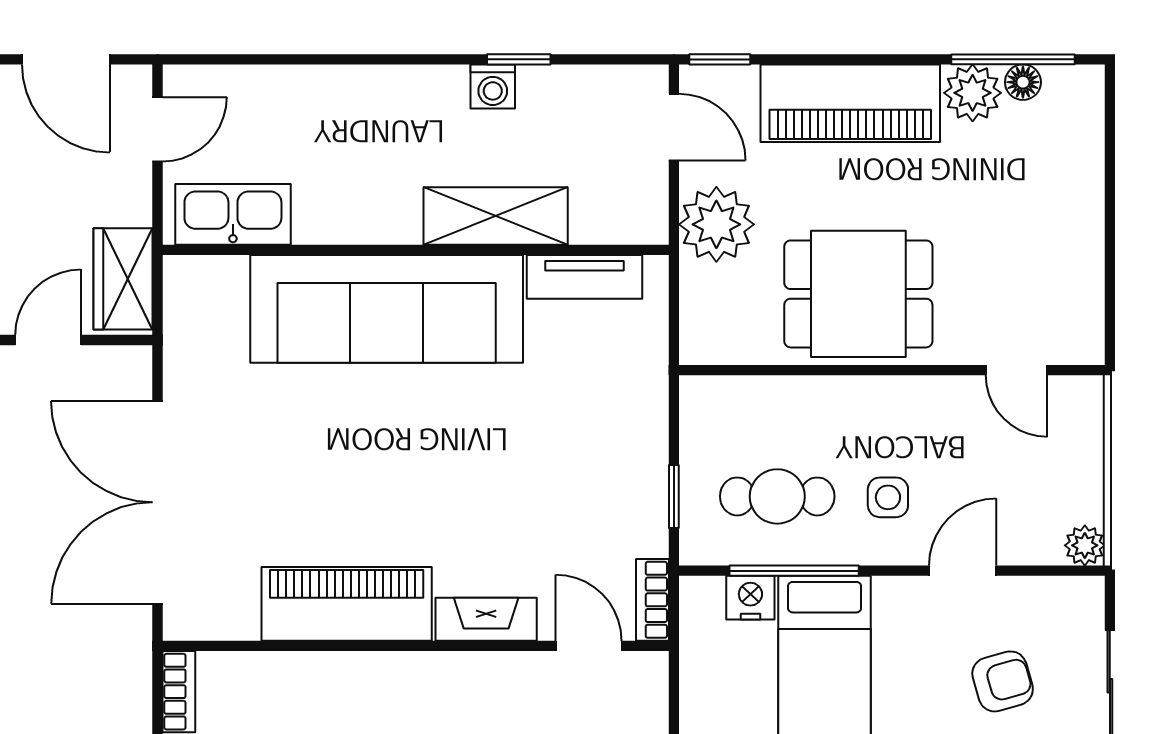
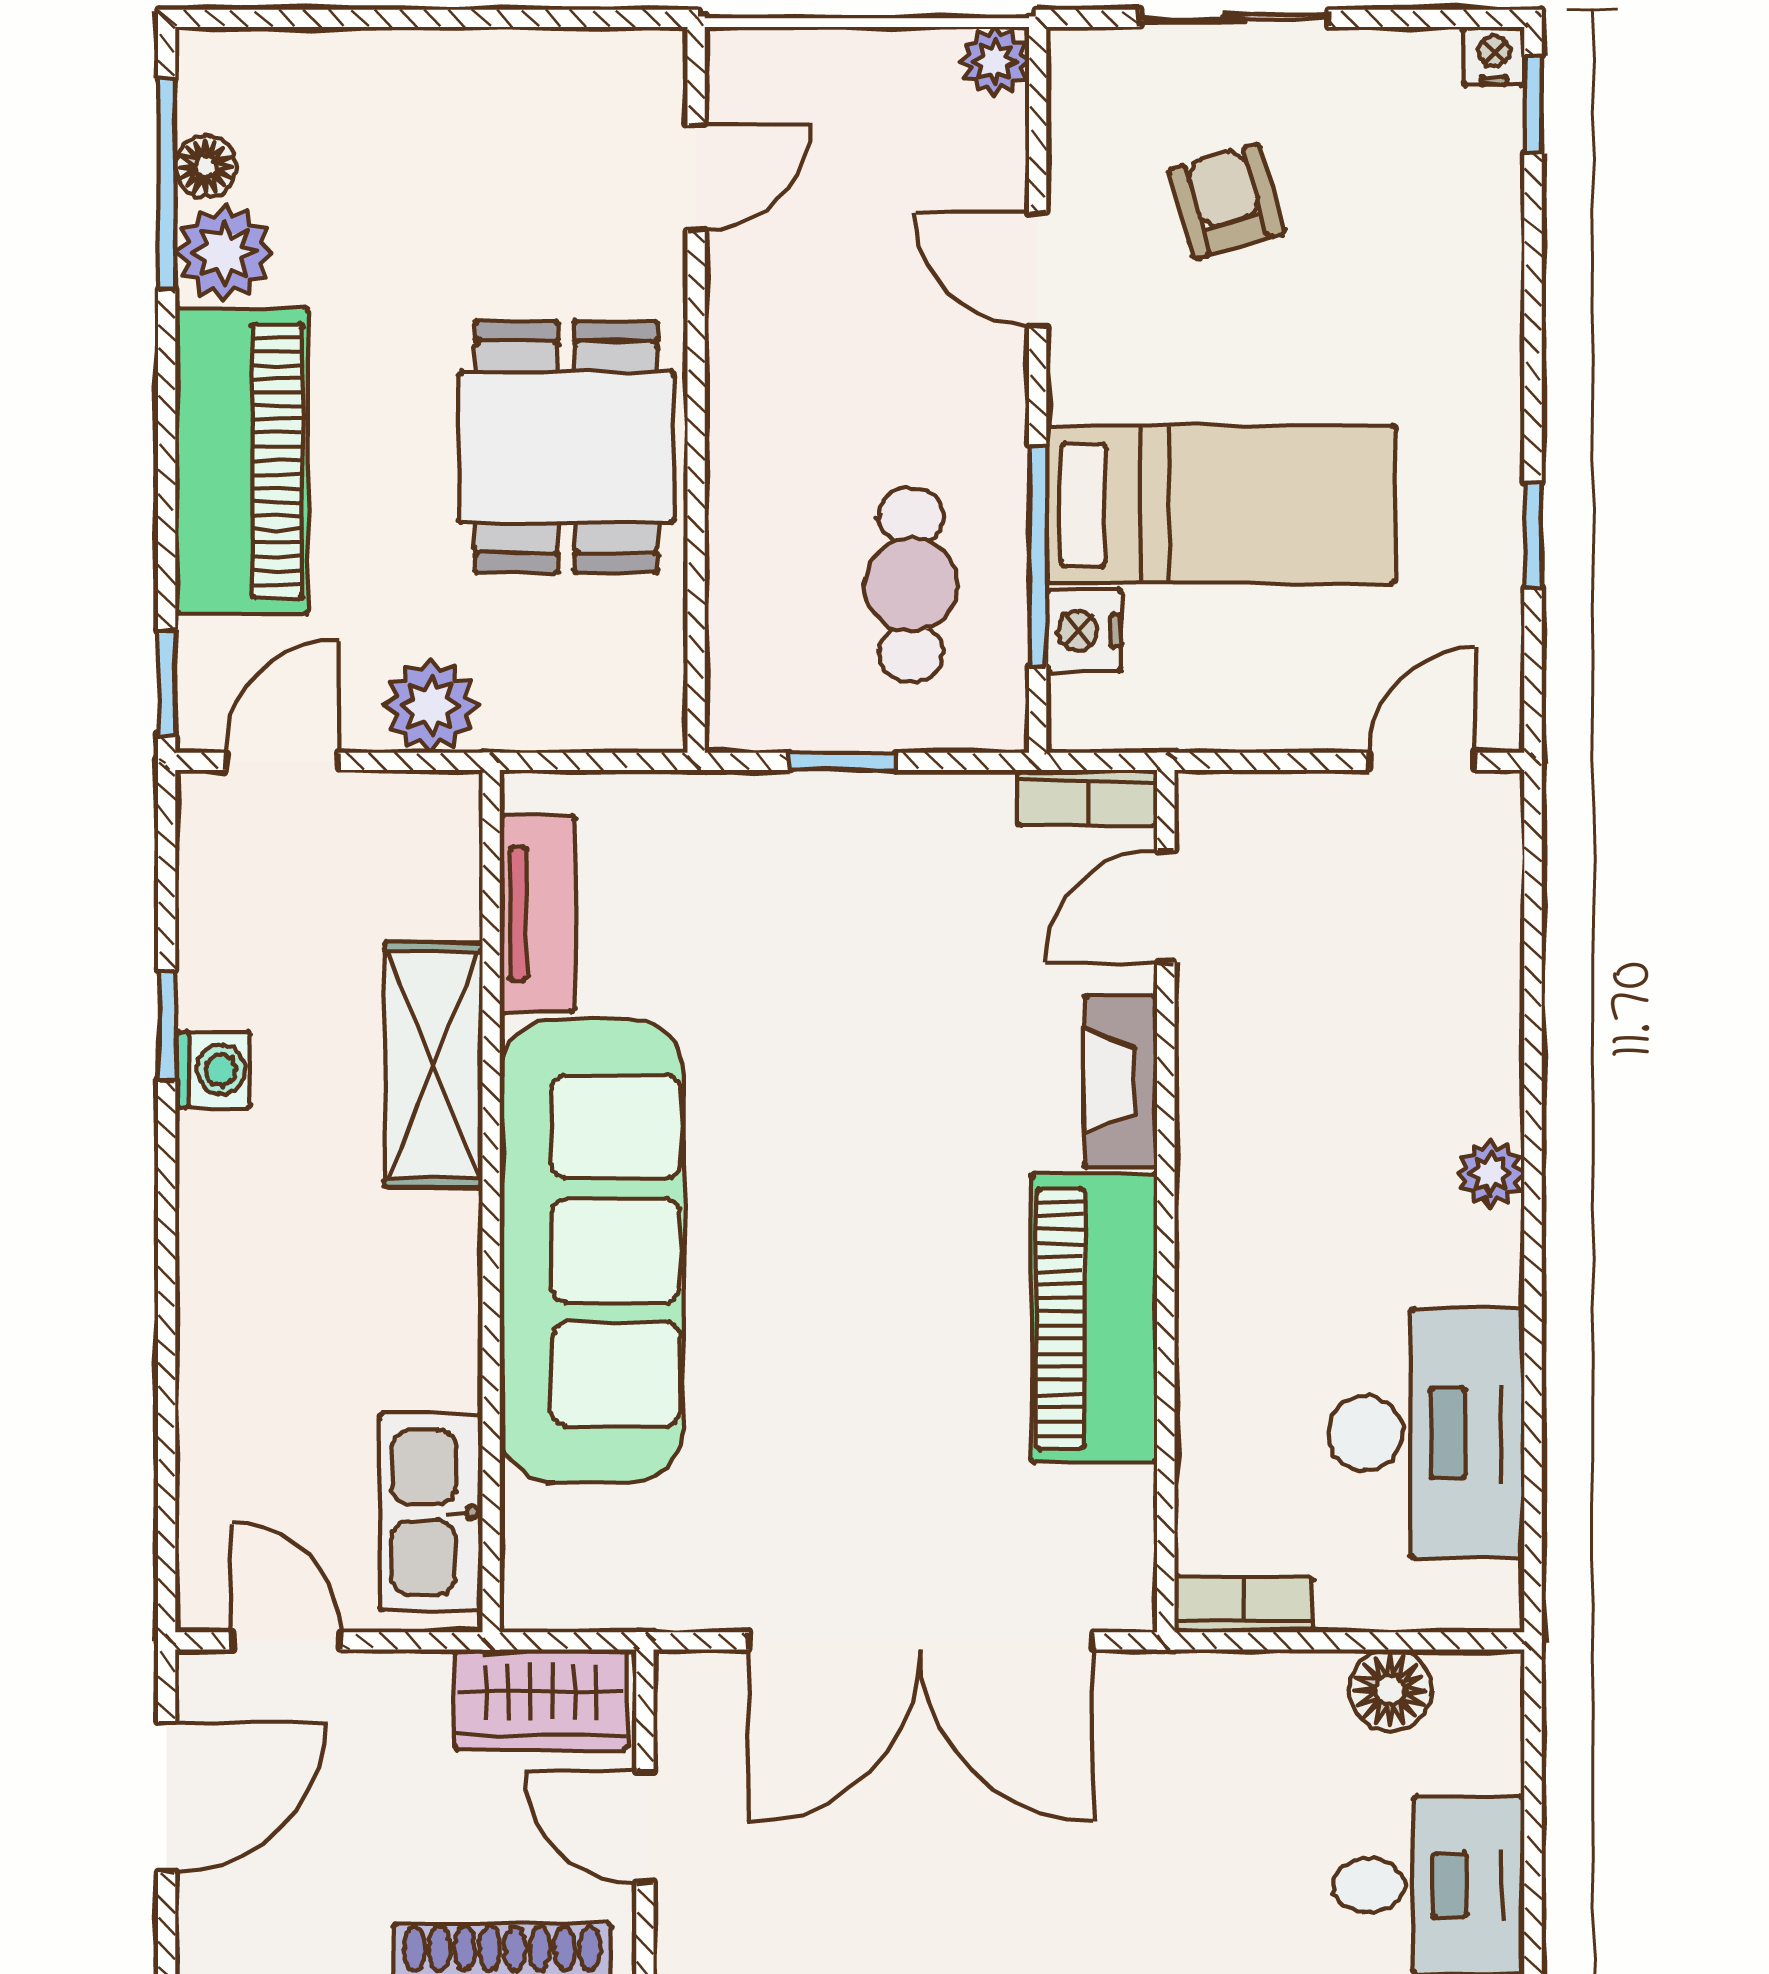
plant: (716, 224) -> (431, 706), width x0.73, depth x0.73
window: (674, 497) -> (843, 761), moved
side table: (888, 497) -> (913, 397), removed

